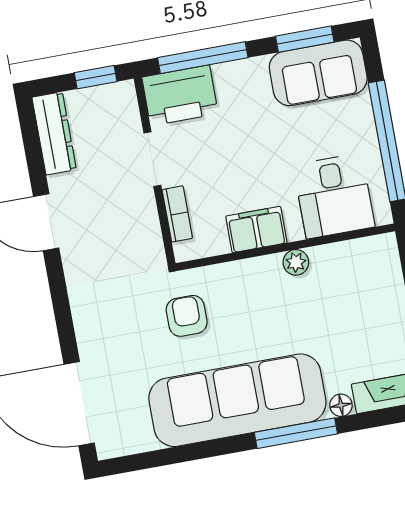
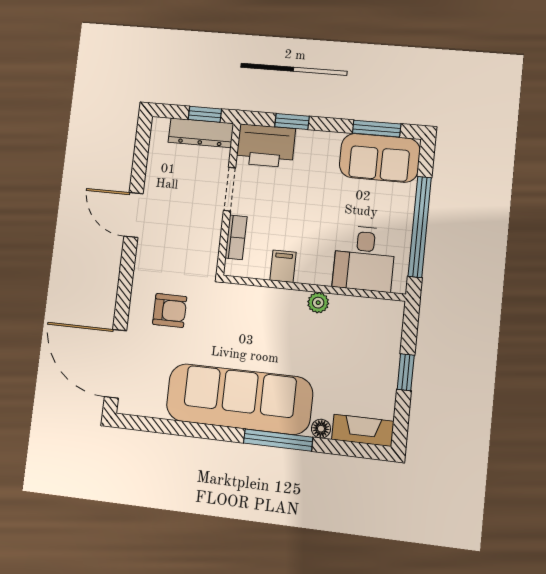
window: (203, 58) -> (292, 121), width x0.46
dresser: (54, 133) -> (201, 133), moved, turned 90
filing cabinet: (256, 230) -> (283, 266), width x0.50
armchair: (187, 316) -> (170, 310), moved, turned 90

